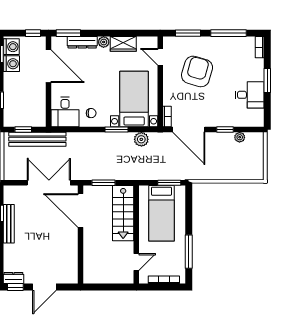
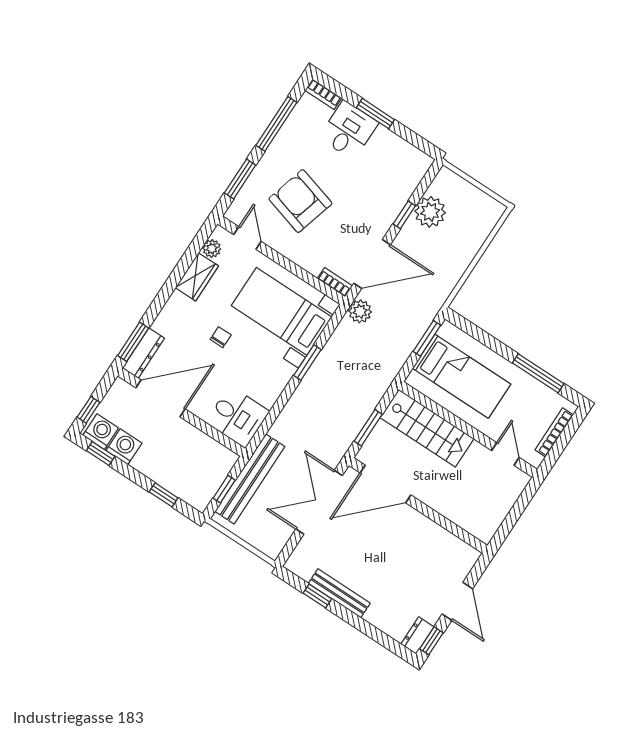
window: (33, 33) -> (88, 410), moved
dresser: (82, 42) -> (144, 353), moved
plant: (104, 42) -> (212, 249), moved
door: (160, 57) -> (247, 238), swing flipped
desk: (250, 95) -> (349, 130), moved
chair: (91, 113) -> (221, 337), moved
plant: (240, 137) -> (430, 212), width x1.88, depth x1.88
plant: (141, 139) -> (360, 311), moved

